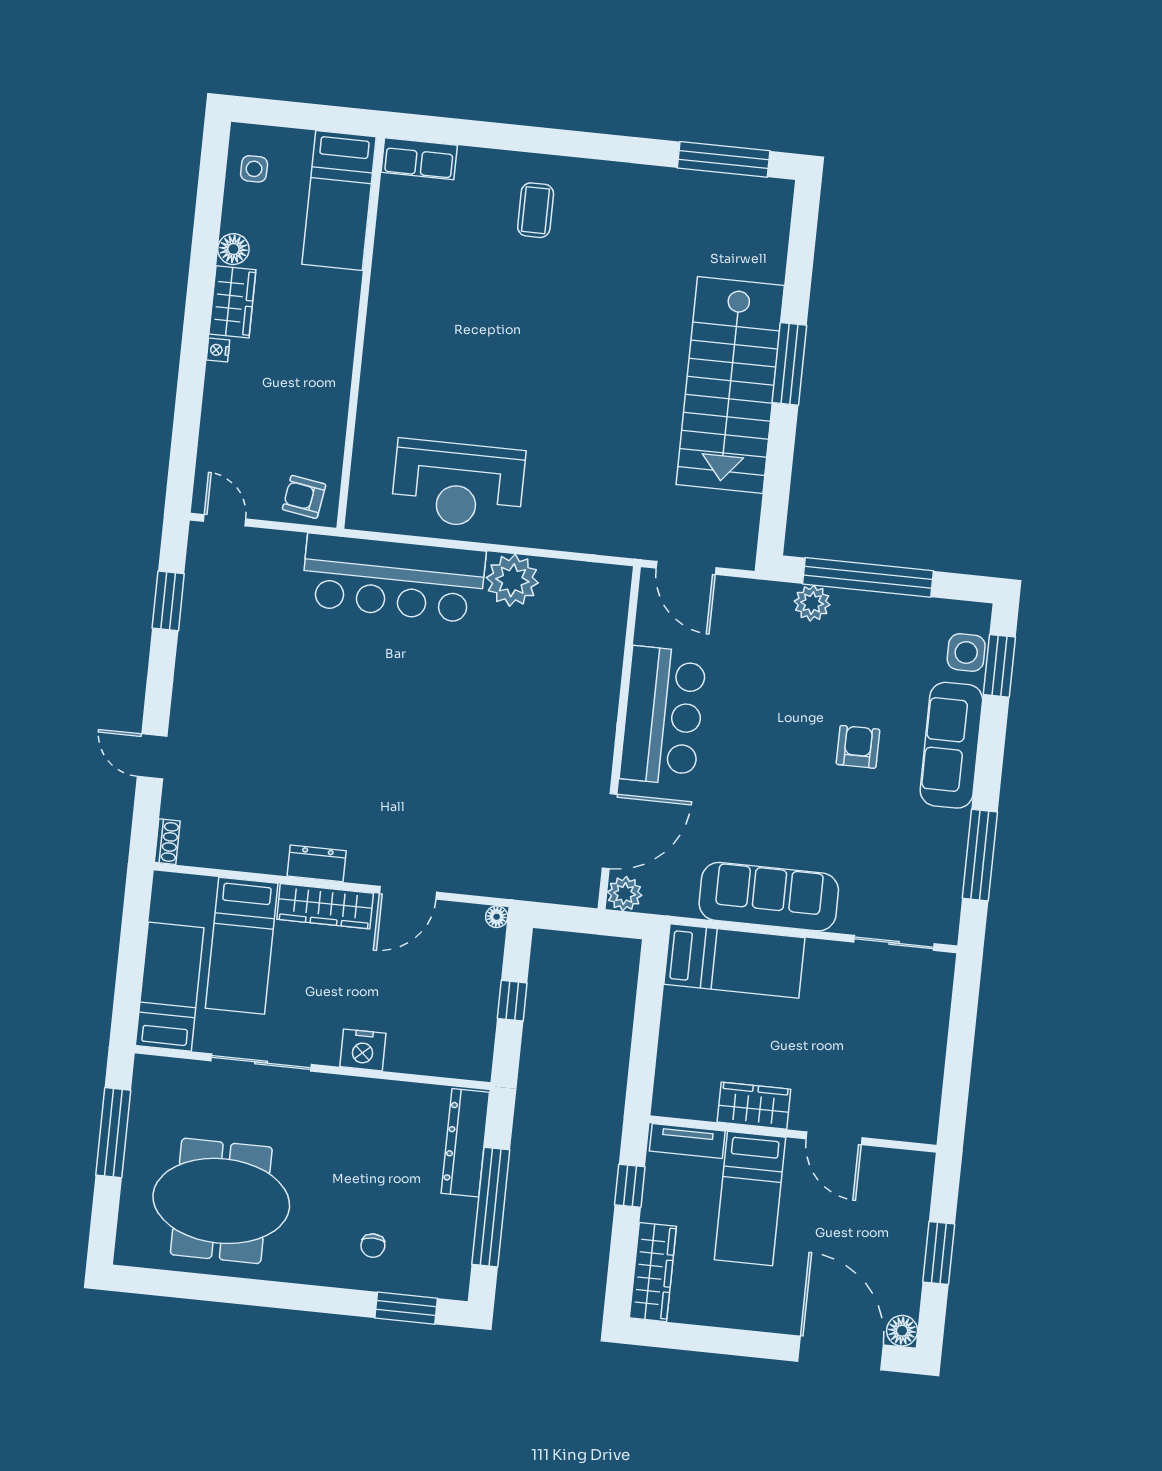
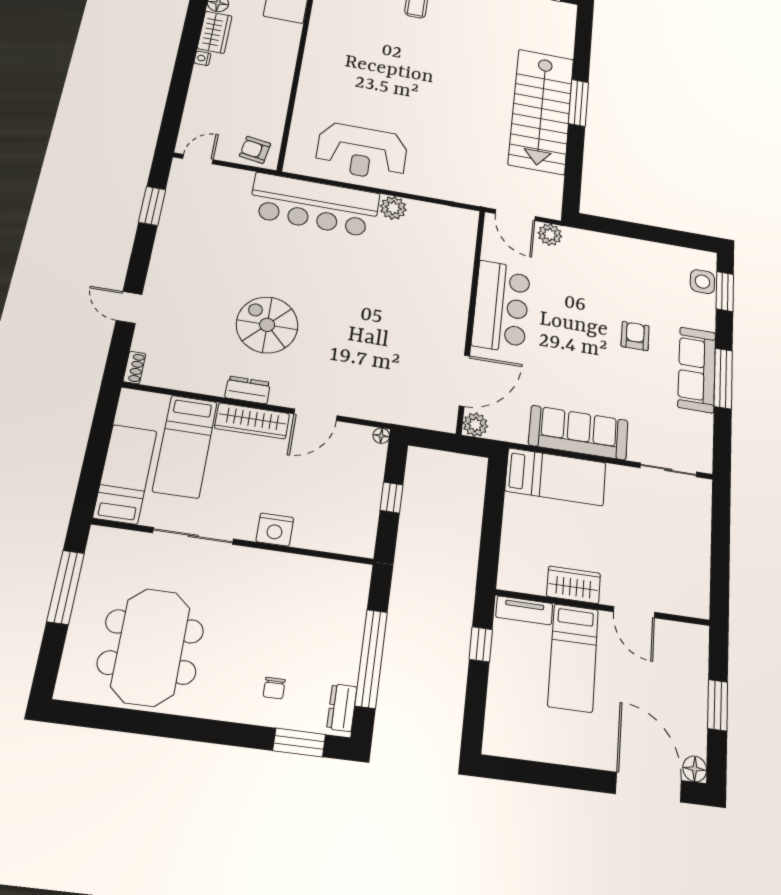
door: (225, 520) -> (198, 159), hinge flipped
window: (868, 577) -> (635, 231), removed
plant: (512, 580) -> (393, 208), width x0.73, depth x0.73
plant: (812, 603) -> (550, 235), moved
sofa: (951, 745) -> (697, 370), moved
spiral stairs: (337, 768) -> (267, 325), added
window: (980, 855) -> (723, 378), moved
dresser: (465, 1143) -> (342, 708), moved, width x0.51, depth x0.80
meeting table: (221, 1201) -> (151, 647), turned 90
wardrobe: (653, 1272) -> (500, 716), removed

